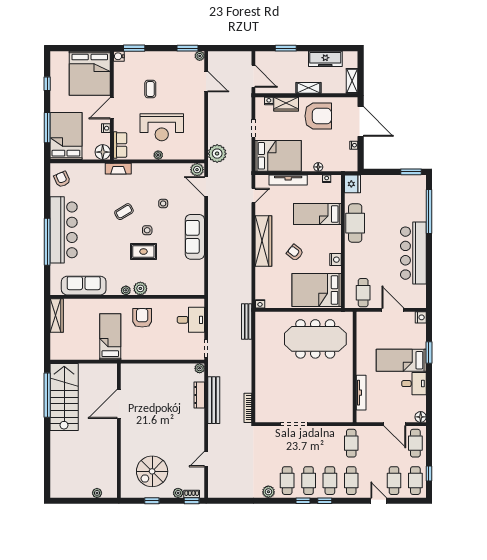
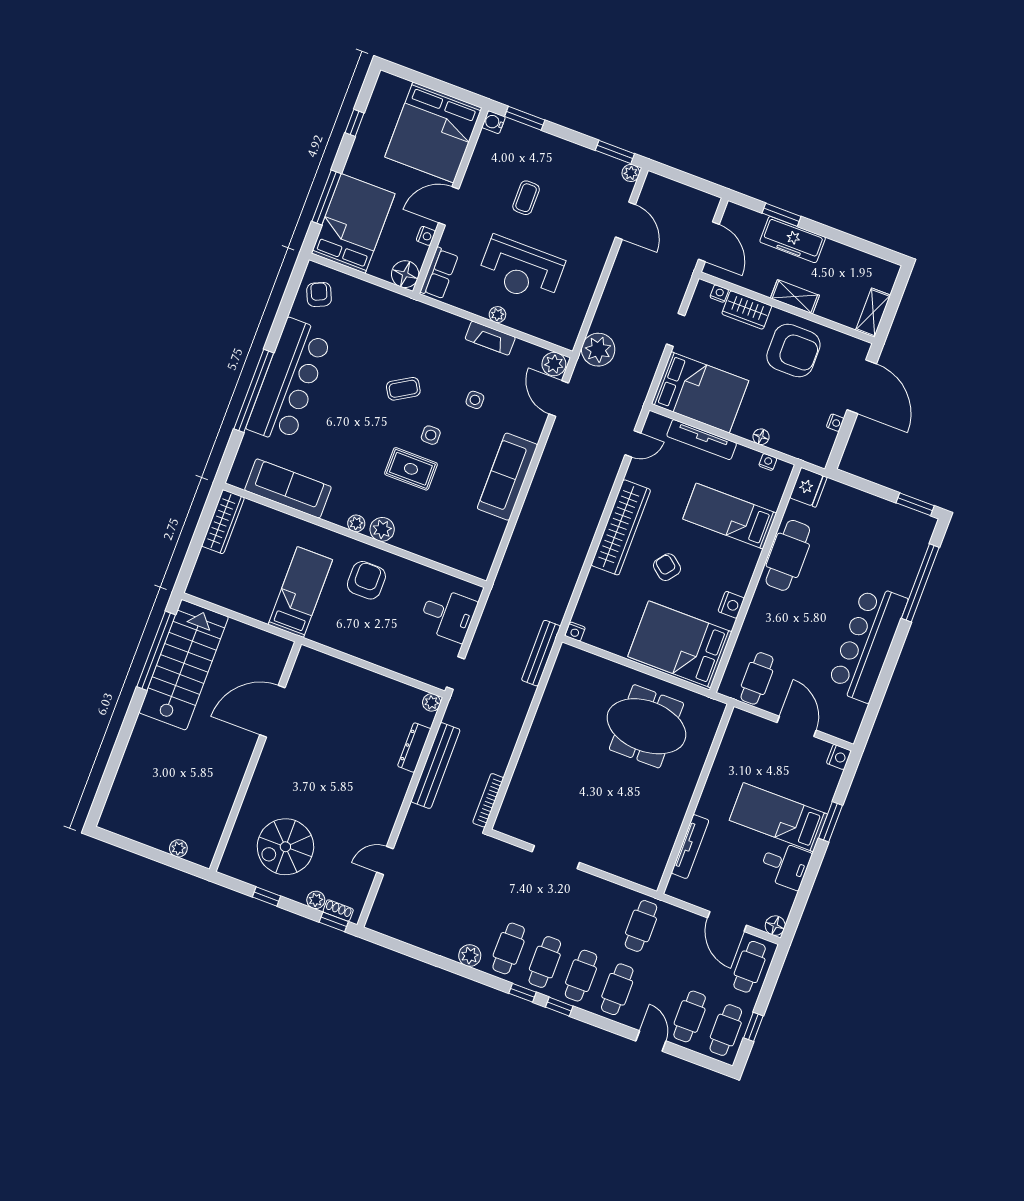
freezer: (325, 59) -> (793, 240), moved
fireplace: (118, 169) -> (490, 338), moved
meeting table: (315, 339) -> (646, 726), width x0.73

